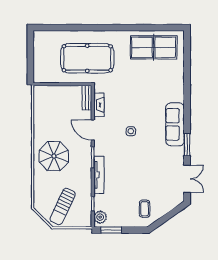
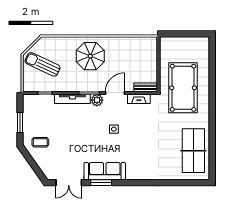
sofa: (175, 124) -> (105, 171), moved
plant: (100, 217) -> (97, 100), moved
window: (111, 230) -> (20, 122), moved

